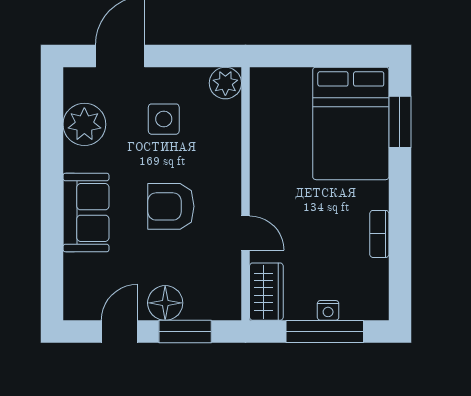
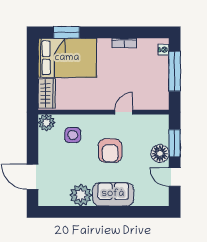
side table: (164, 119) -> (73, 135), moved
plant: (84, 124) -> (81, 195), moved
wardrobe: (266, 292) -> (47, 93), moved, turned 90
nightstand: (328, 310) -> (164, 50), moved

